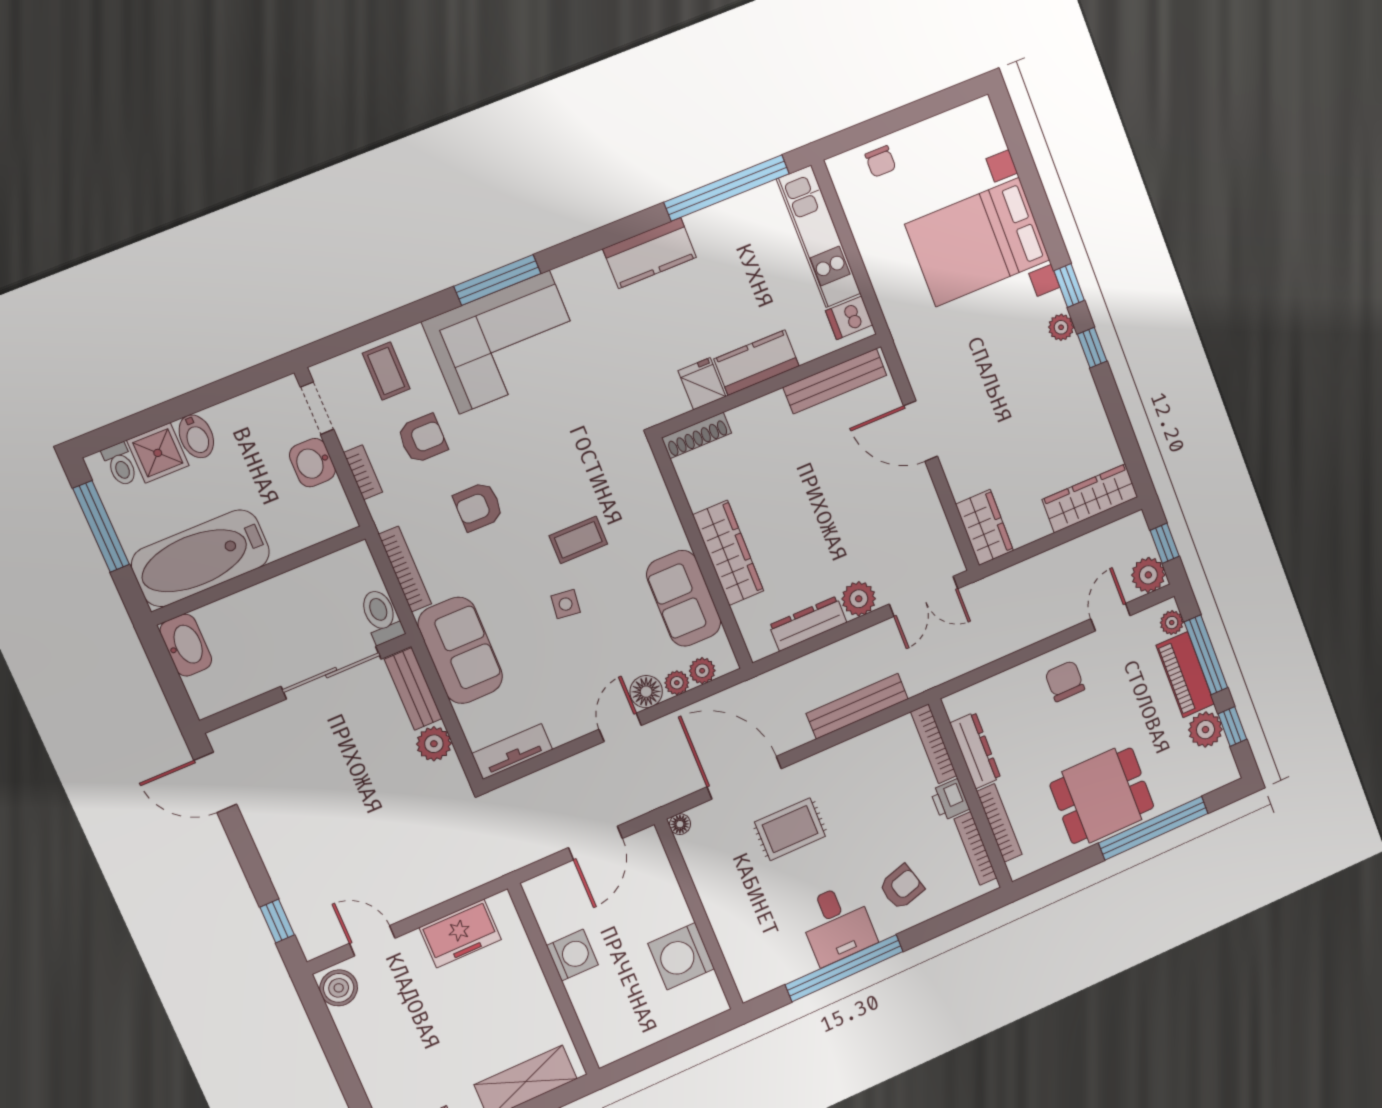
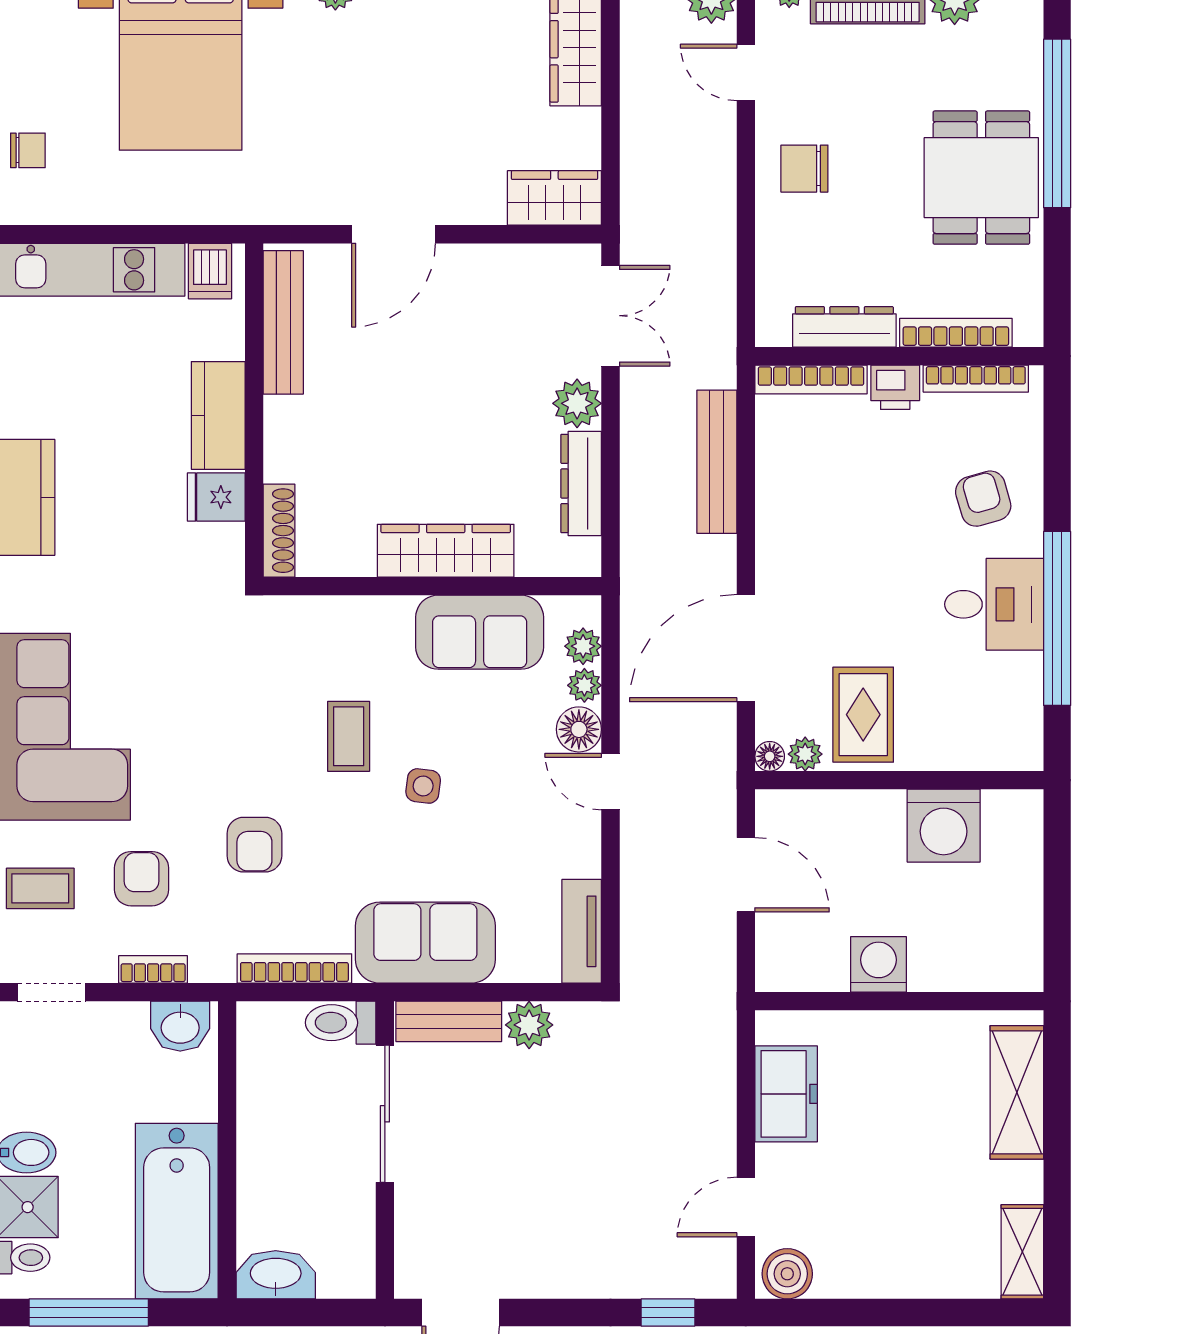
washbasin: (312, 463) -> (180, 1026), moved
rug: (790, 829) -> (863, 715), moved
plant: (691, 846) -> (805, 754), added

